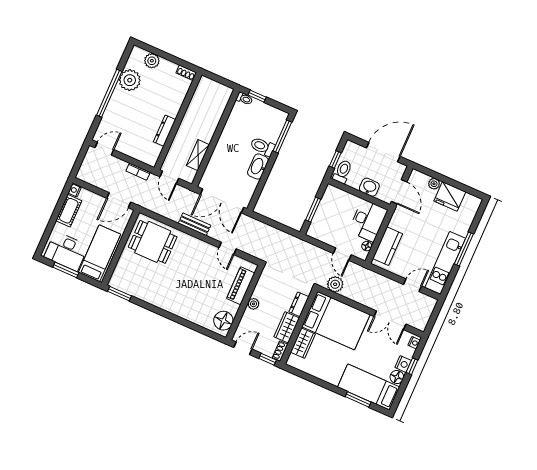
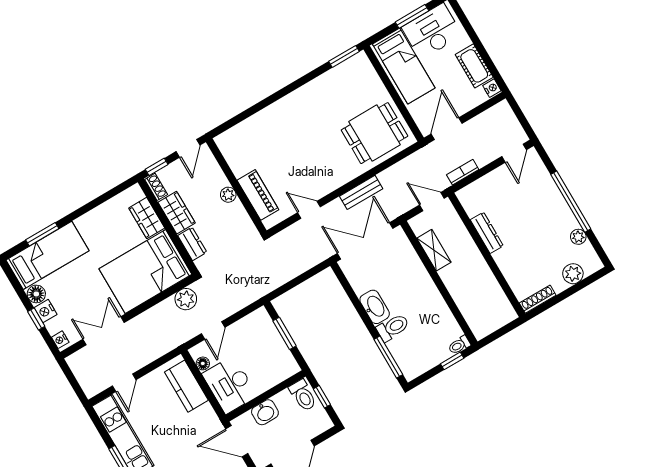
shoe rack: (186, 73) -> (538, 299), width x1.43
plant: (130, 80) -> (578, 237), width x0.53, depth x0.53
door: (342, 254) -> (213, 330), swing flipped
floor lamp: (223, 321) -> (233, 149), removed

